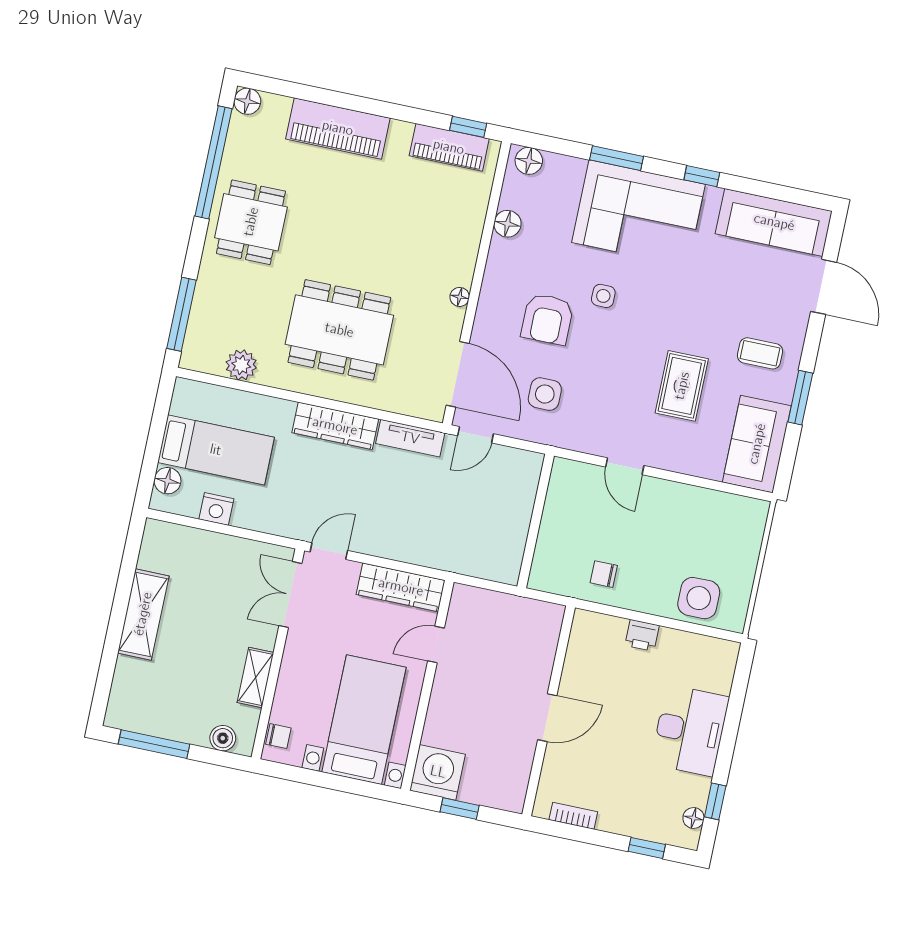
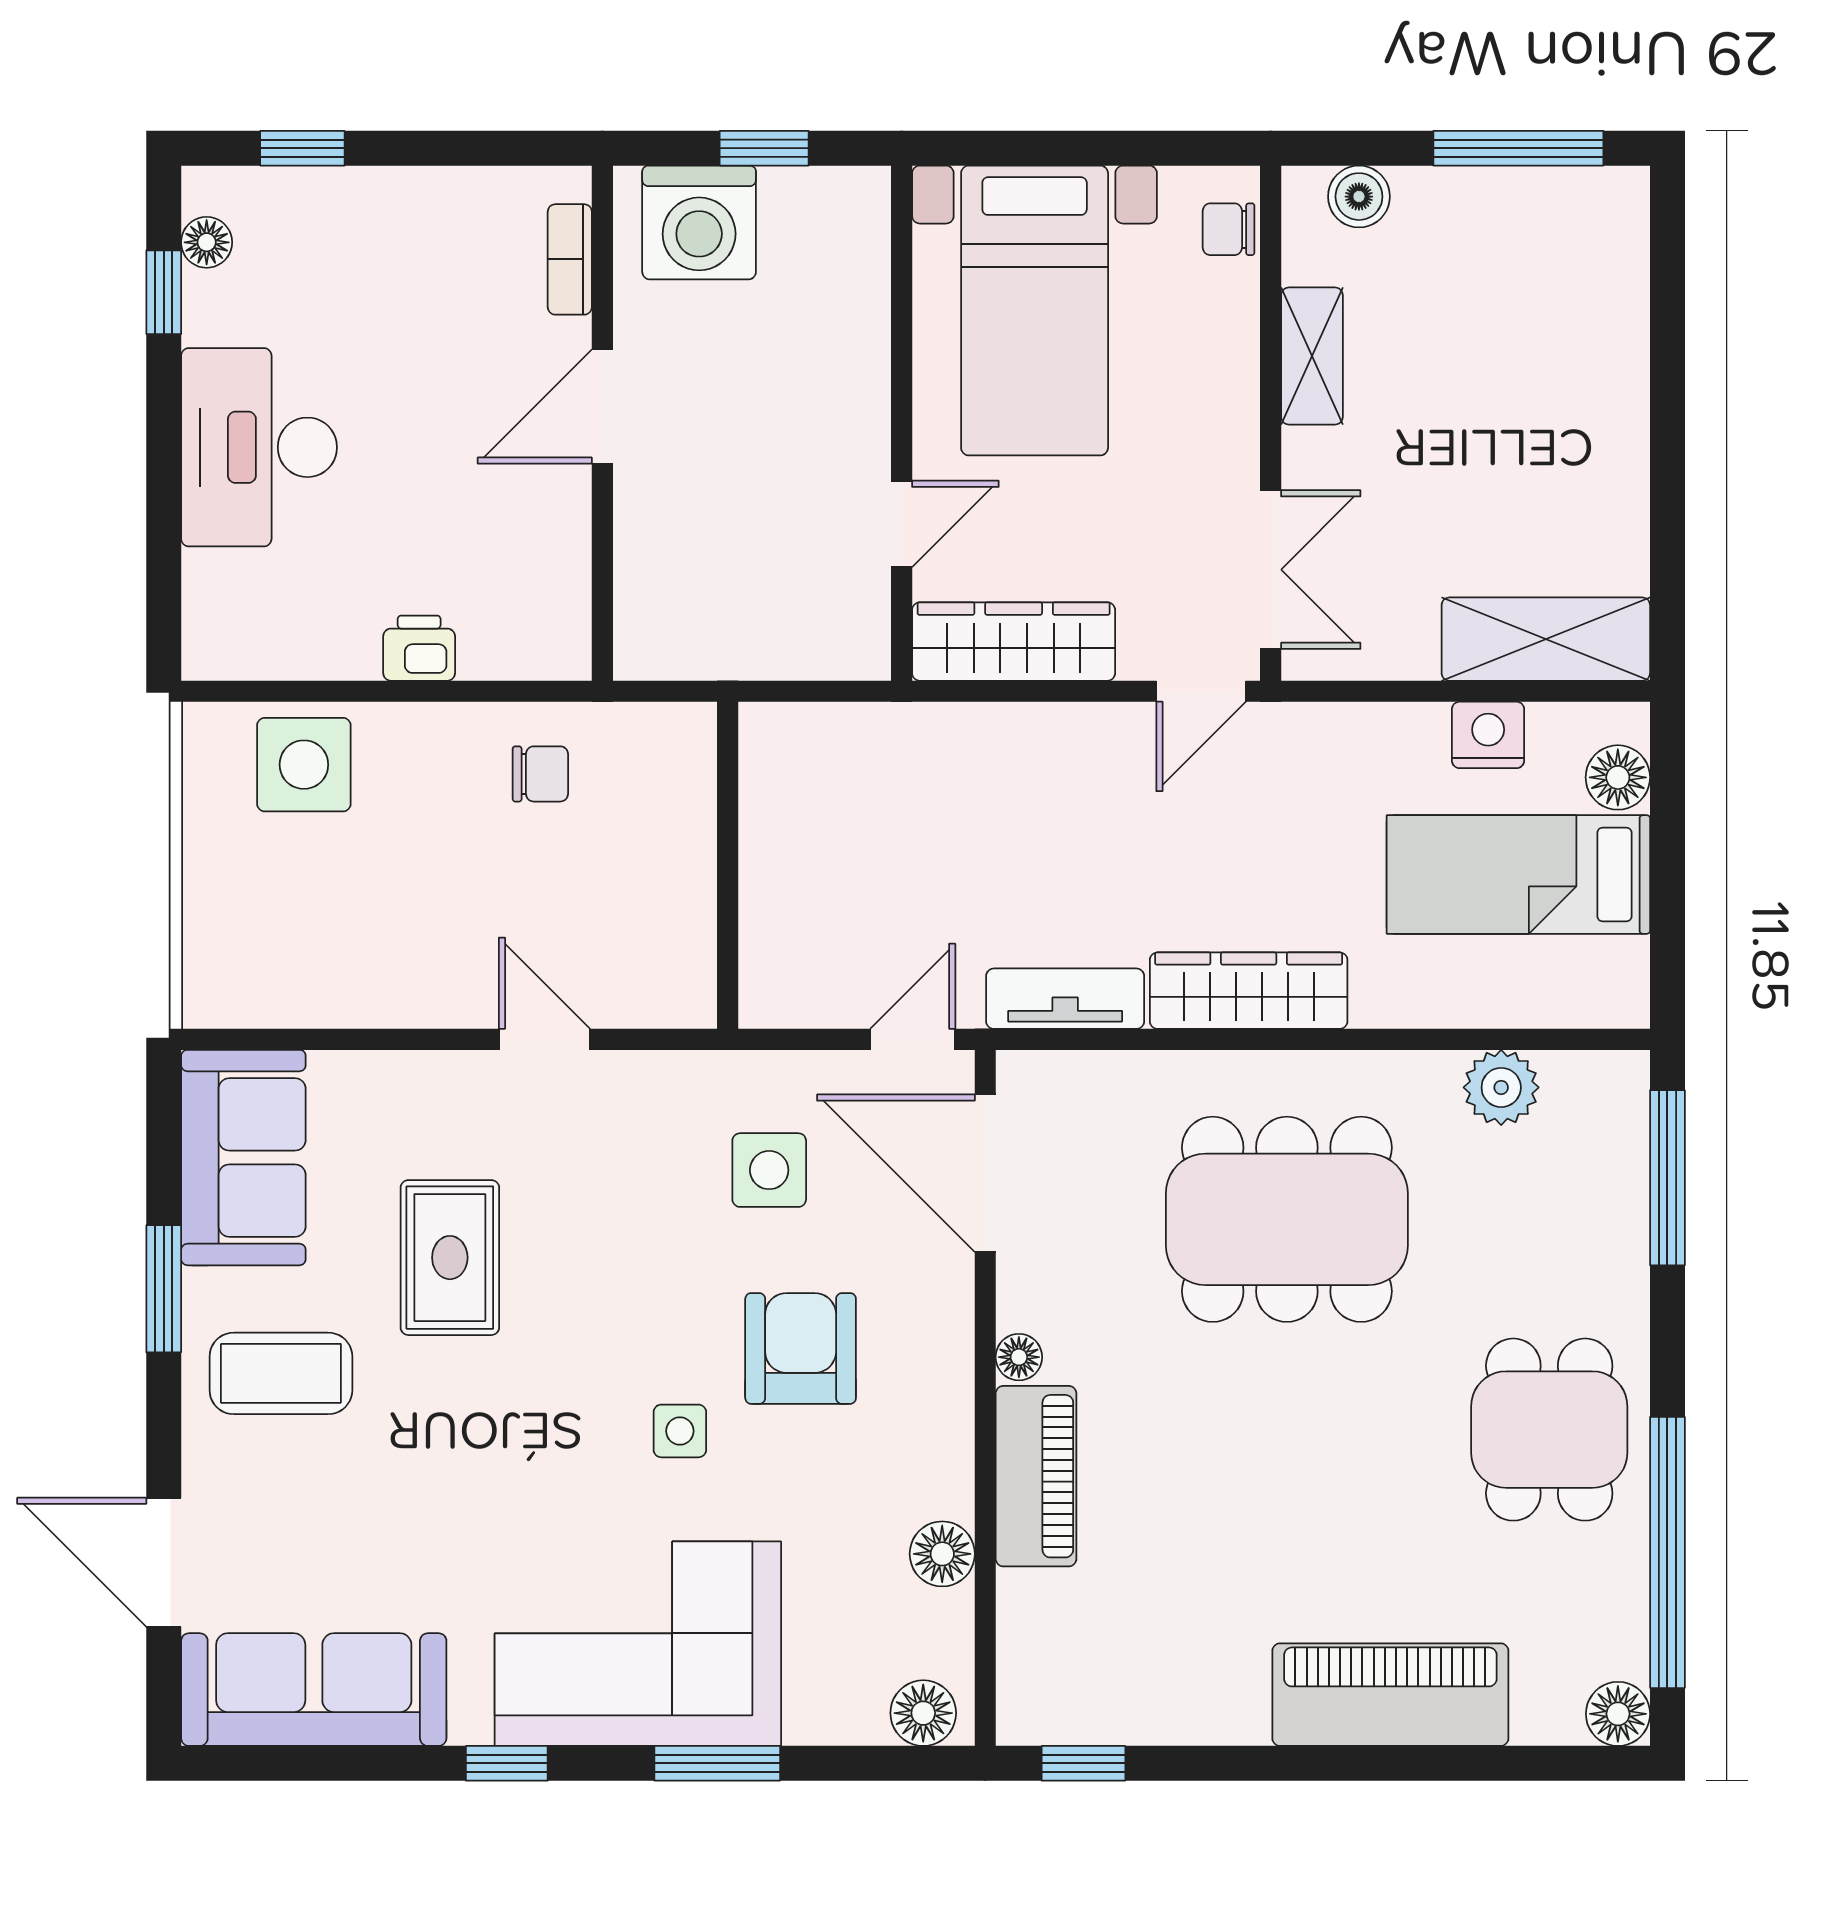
piano: (449, 147) -> (1036, 1476), moved, turned 90
coffee table: (760, 353) -> (281, 1373), width x1.36, depth x1.30
shelving: (143, 614) -> (1546, 639), moved, turned 90
washing machine: (438, 772) -> (699, 223), moved
bookcase: (573, 816) -> (570, 259), moved, turned 90

